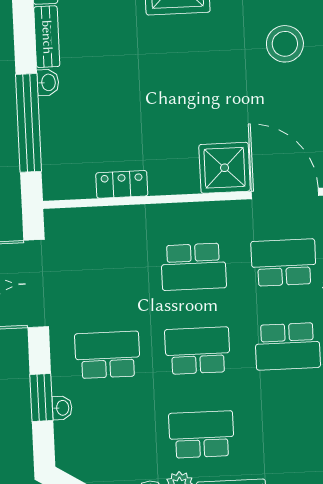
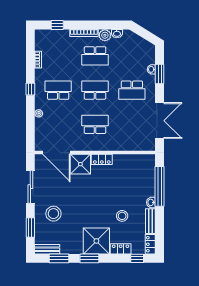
stool: (117, 46) -> (122, 216), added
locker: (122, 184) -> (102, 159), moved
school desk: (284, 263) -> (58, 124), removed
school desk: (198, 351) -> (95, 90), turned 180

